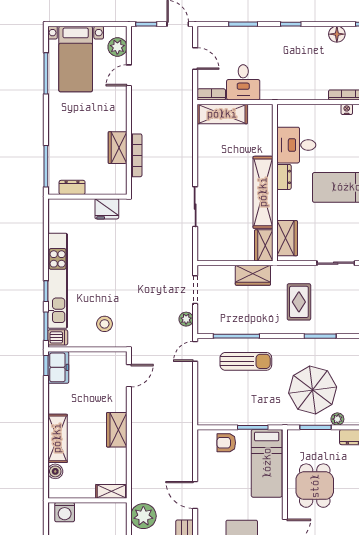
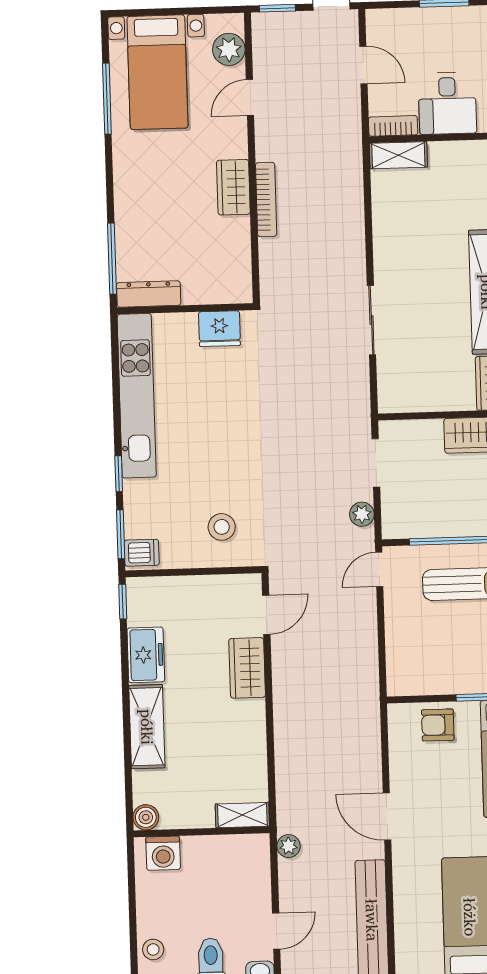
shelving: (222, 114) -> (398, 155), width x0.67, depth x0.75
wardrobe: (118, 148) -> (233, 187), moved
bookcase: (136, 155) -> (266, 199), moved
dresser: (72, 187) -> (149, 294), width x1.44
kitchen unit: (58, 281) -> (137, 396), moved
freezer: (58, 367) -> (146, 655), moved
wardrobe: (117, 430) -> (247, 668), moved
boiler: (55, 471) -> (146, 817), moved
plant: (143, 516) -> (289, 846), width x0.53, depth x0.53

